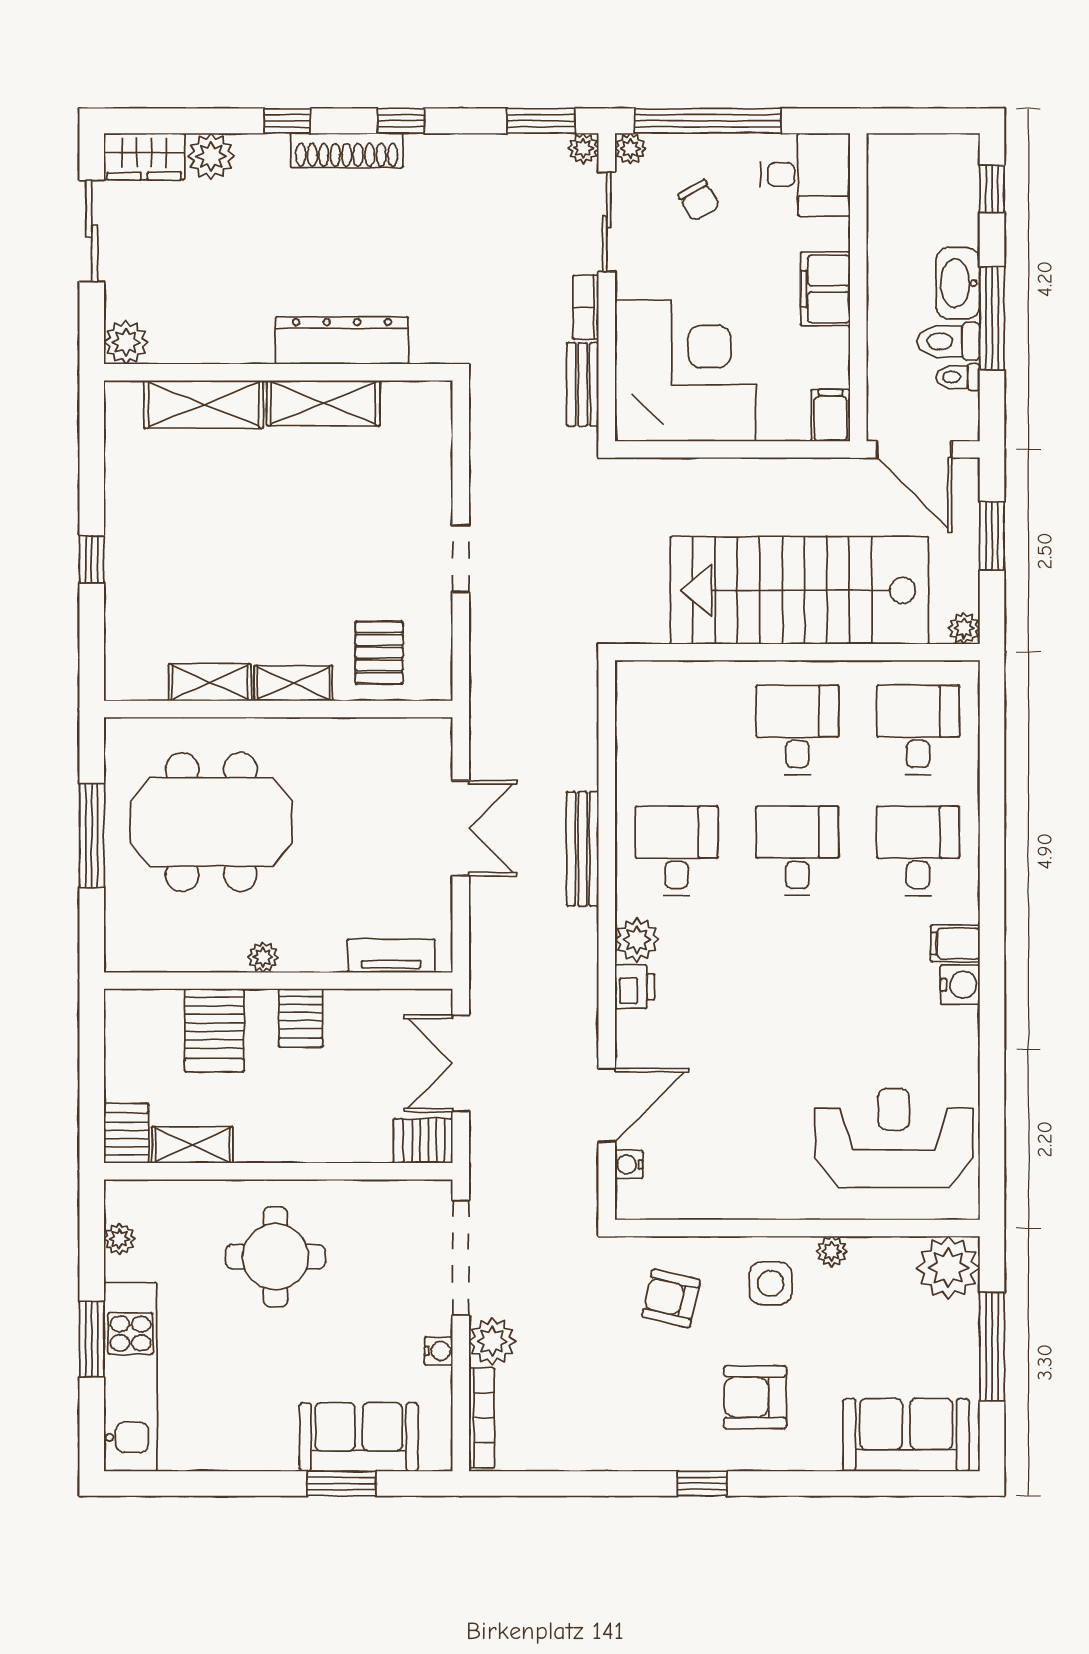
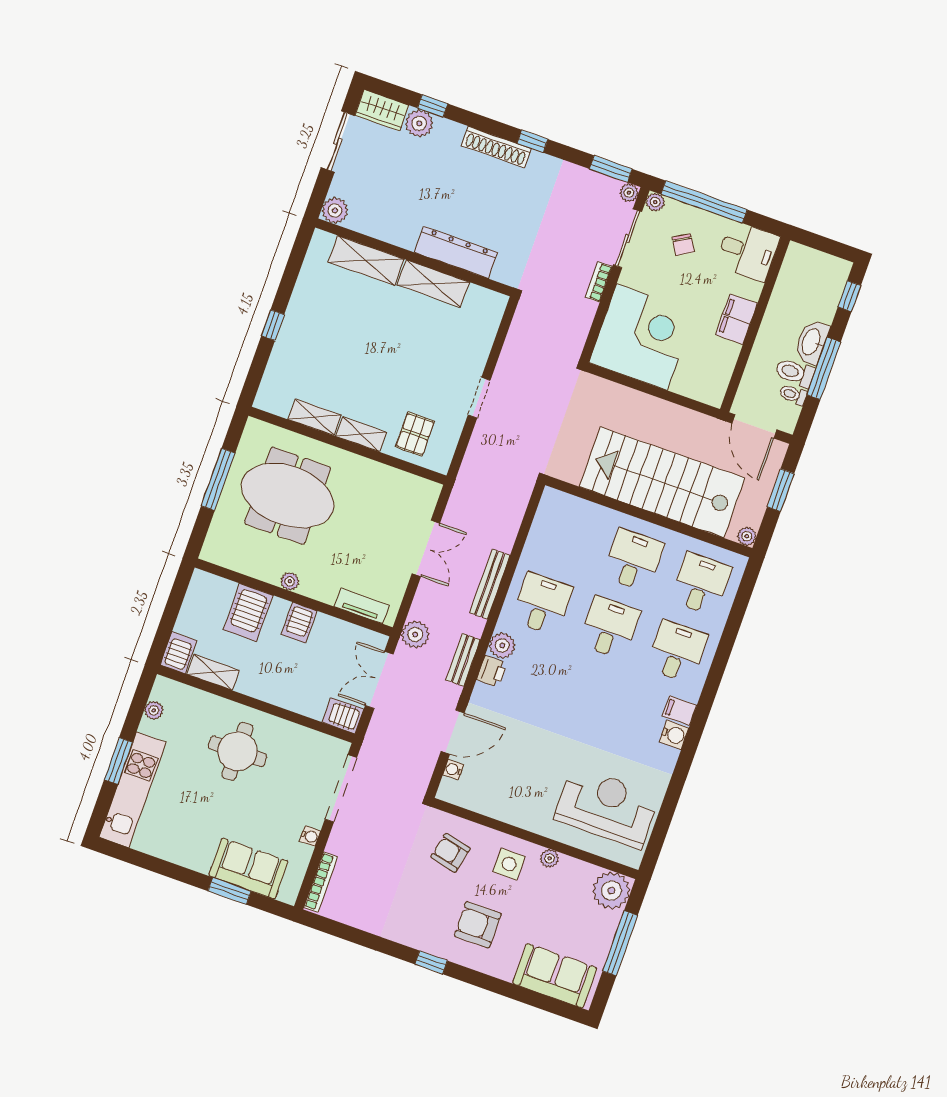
window: (287, 121) -> (433, 106), moved
bench: (583, 384) -> (463, 660), moved
filing cabinet: (831, 415) -> (714, 391), removed
plant: (492, 1341) -> (415, 634), moved

